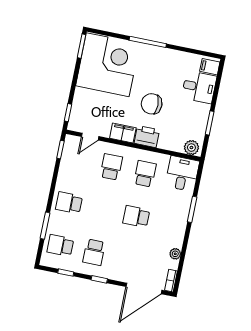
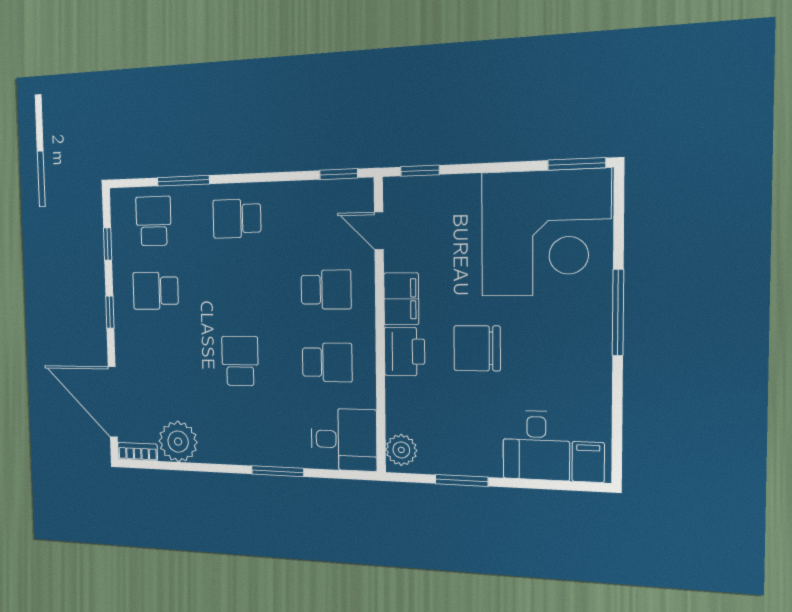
chair: (152, 104) -> (477, 348), turned -90
school desk: (69, 203) -> (237, 219), turned -90
plant: (175, 254) -> (178, 442), width x1.88, depth x1.88

